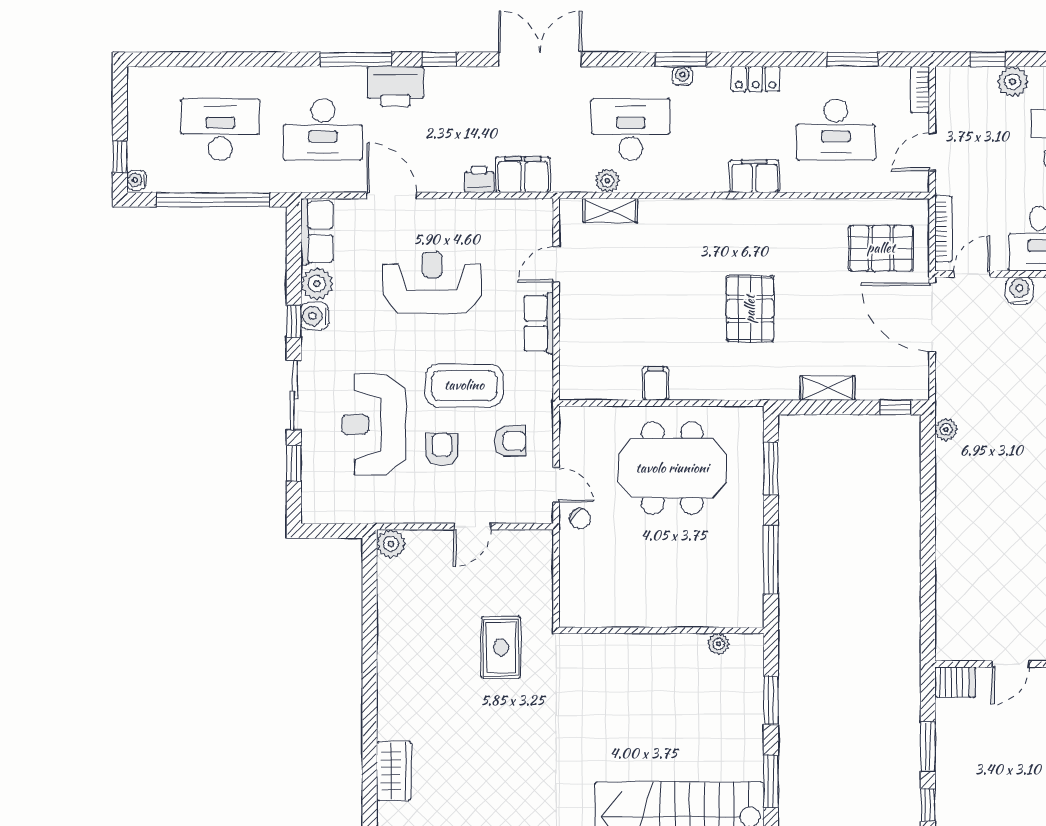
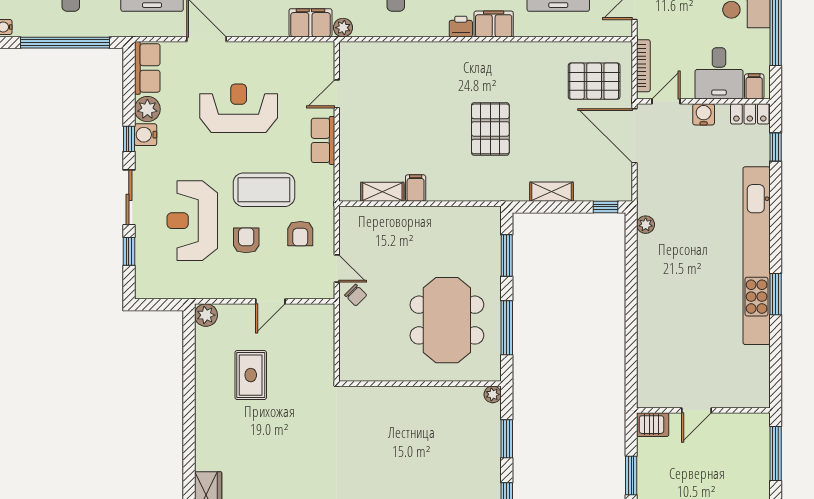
printer: (479, 179) -> (461, 27), moved
plant: (607, 181) -> (343, 28), moved
shelving: (610, 210) -> (382, 192), moved
armchair: (510, 441) -> (300, 234), turned 90
meeting table: (672, 468) -> (447, 320), moved, turned 90
plant: (718, 644) -> (493, 394), moved
rug: (501, 647) -> (251, 375), moved

